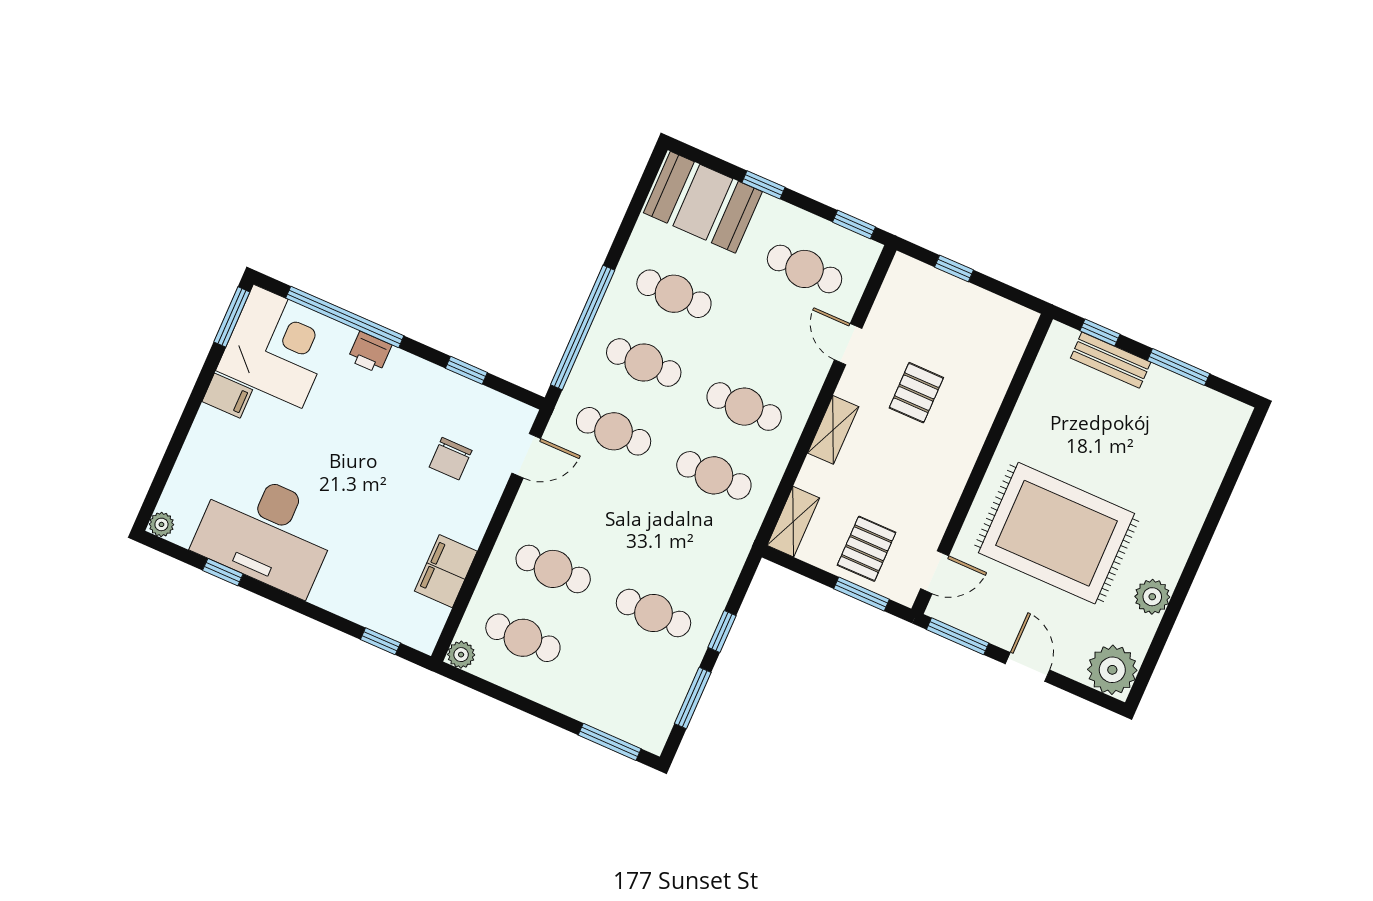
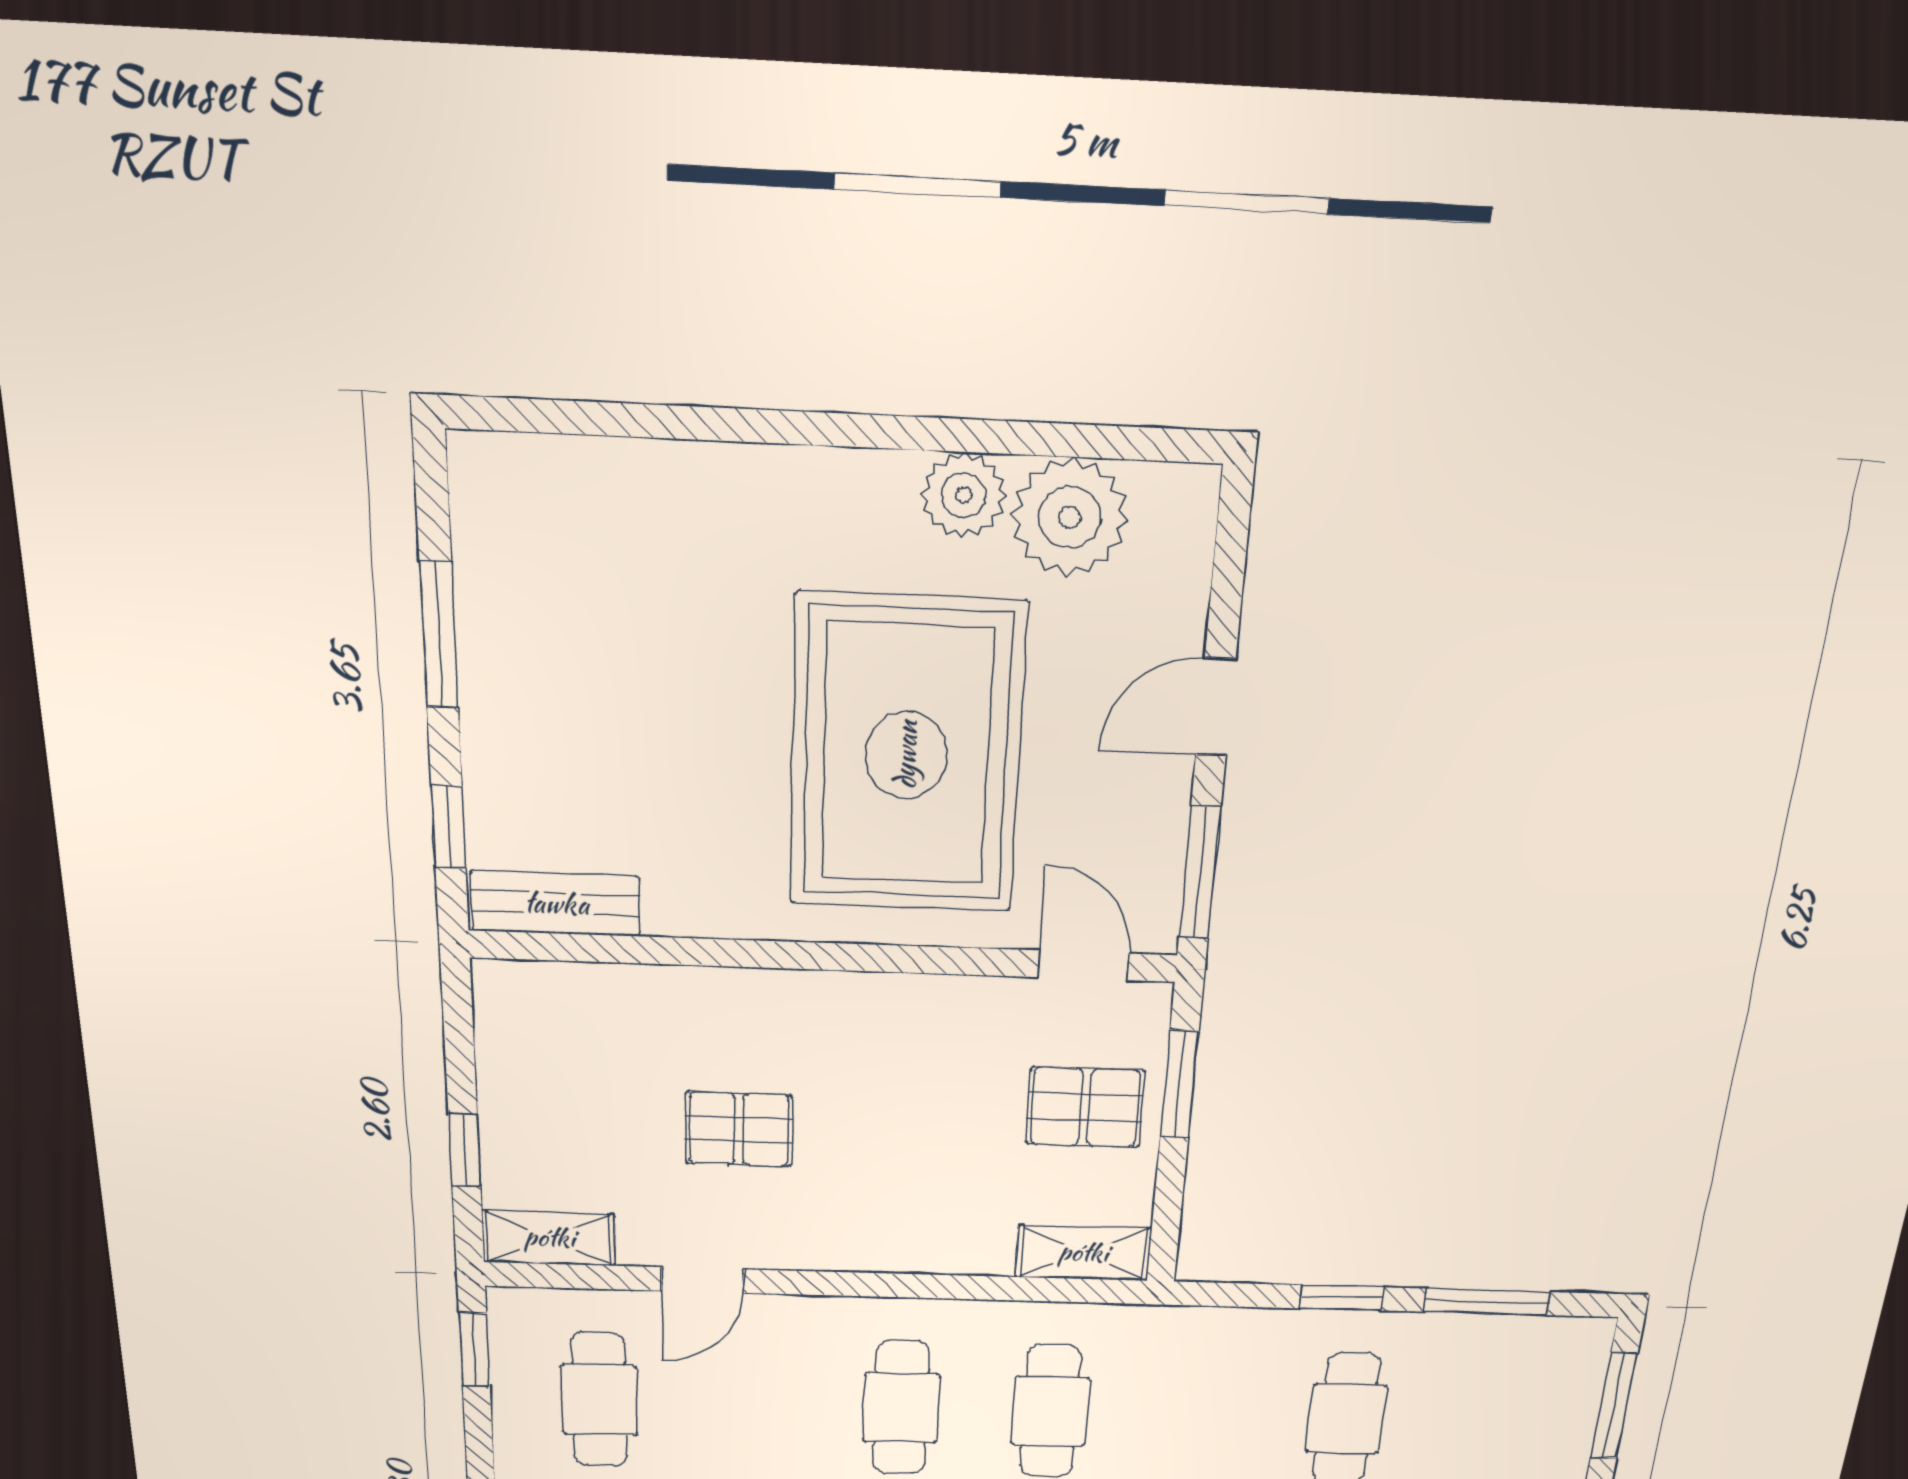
bench: (1111, 360) -> (556, 904), moved, turned 90
shelving: (833, 430) -> (549, 1238), moved
plant: (1112, 670) -> (1070, 517), moved

